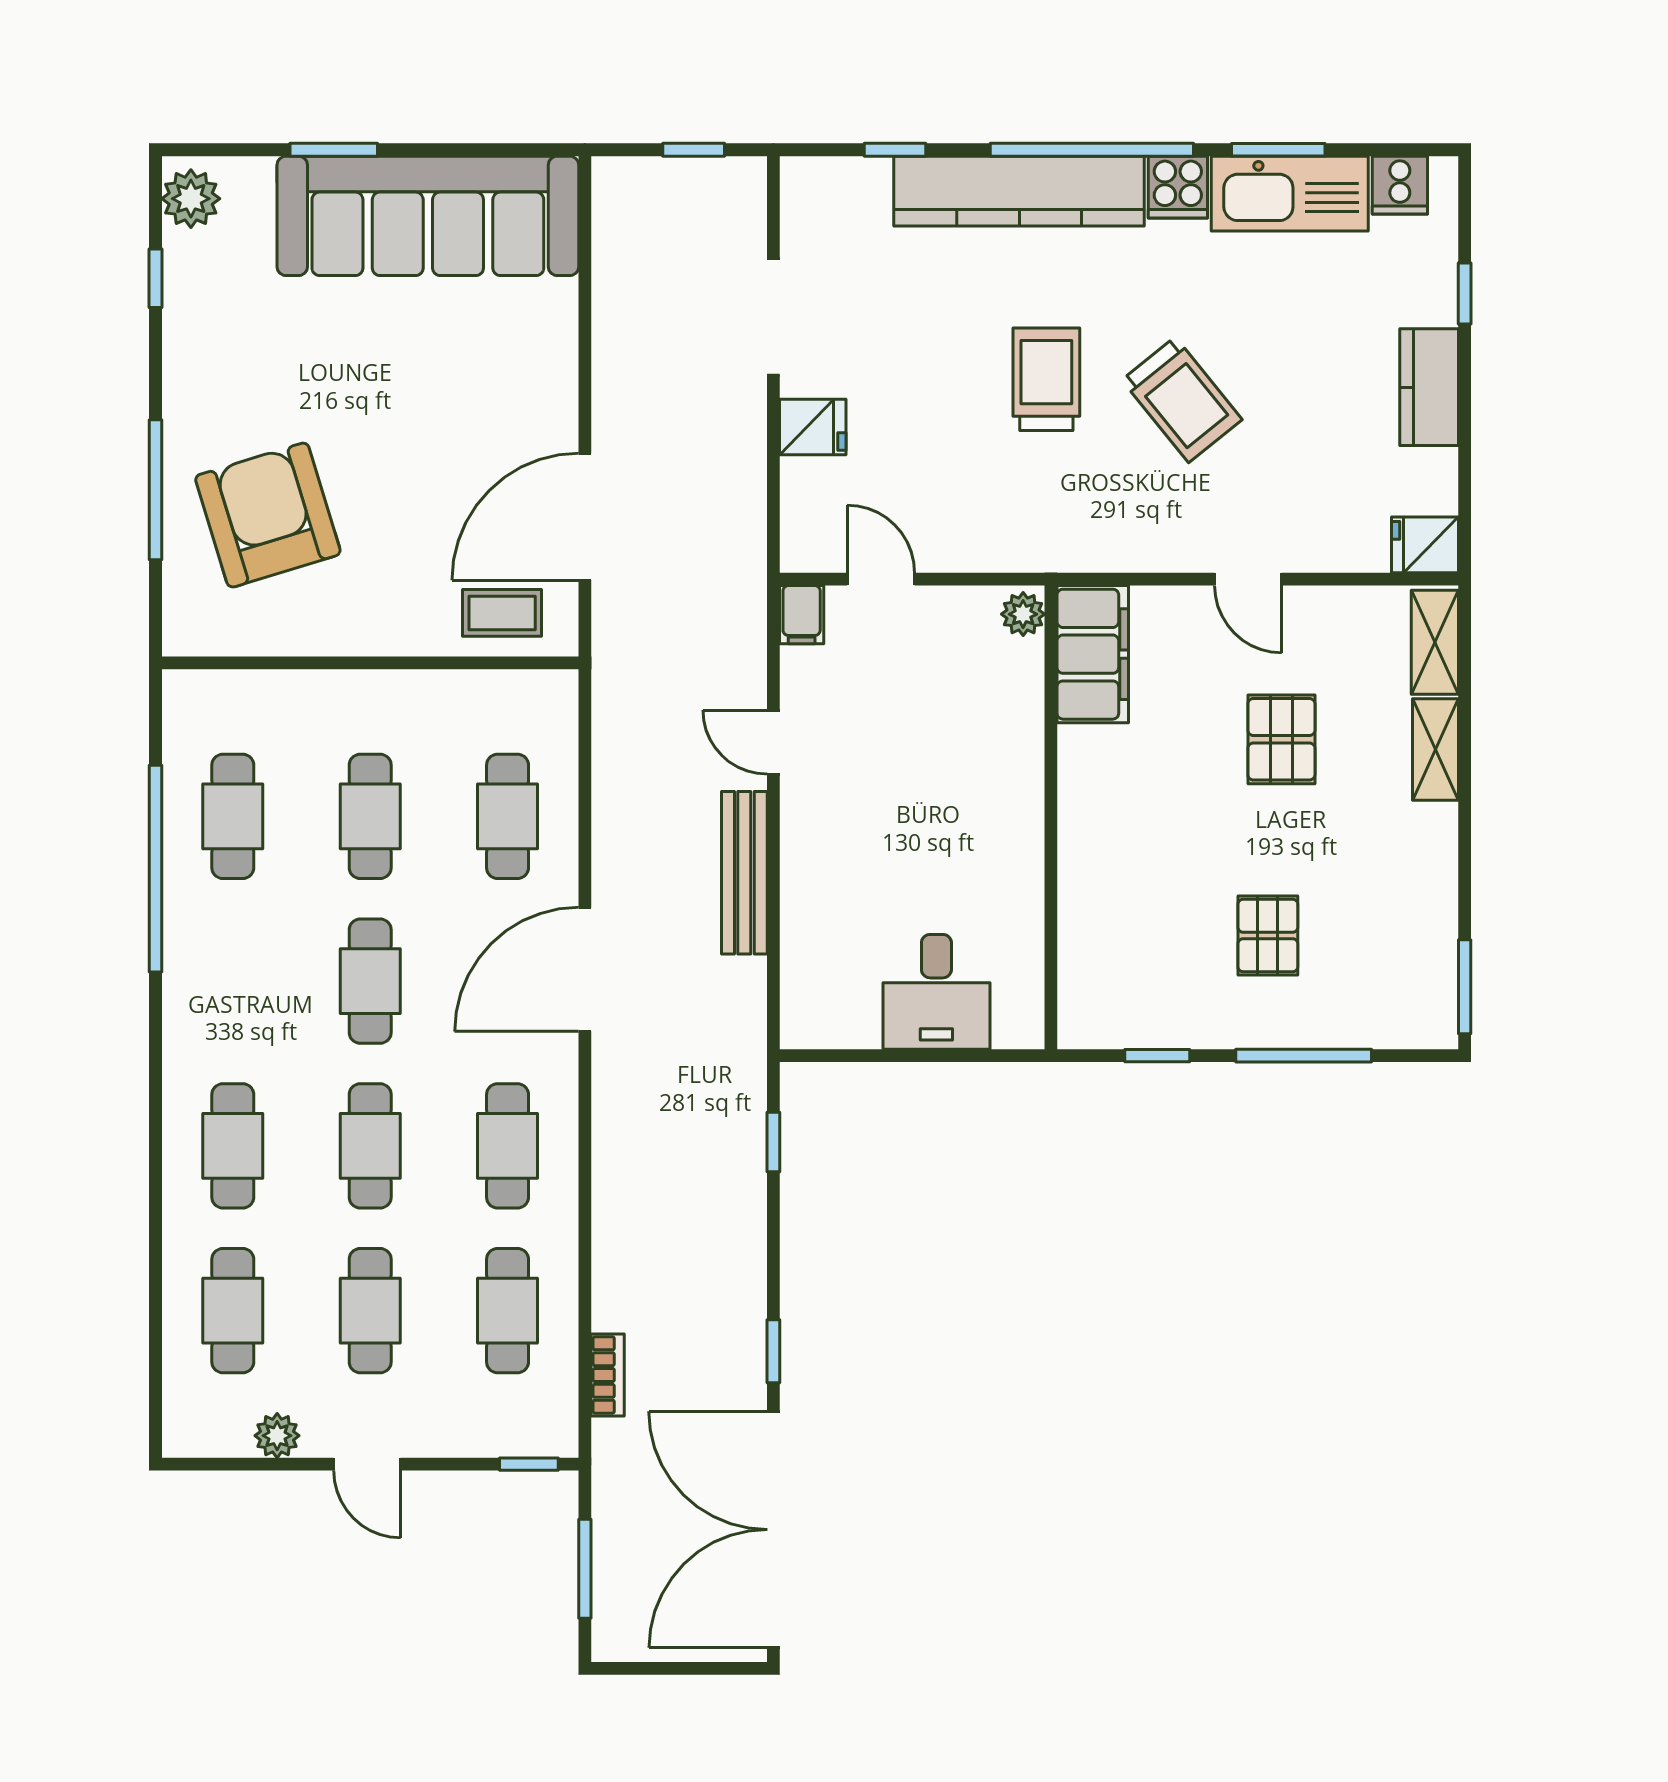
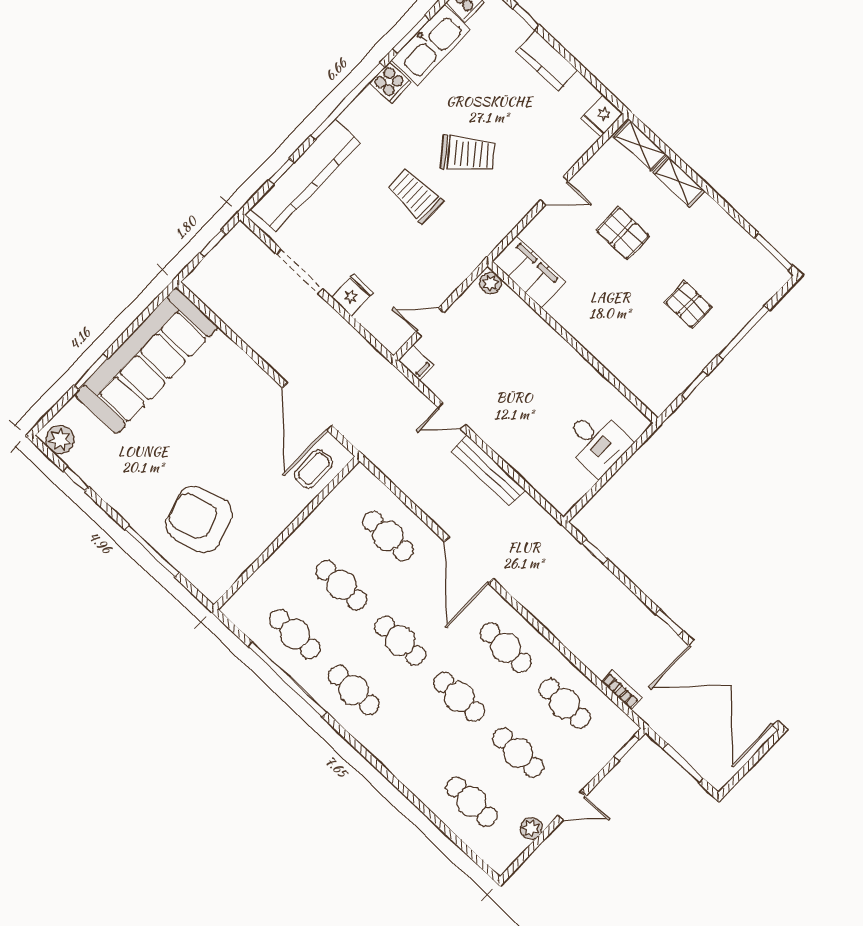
kitchen counter: (1019, 191) -> (305, 175), moved
cafe table: (233, 1146) -> (354, 690), moved

